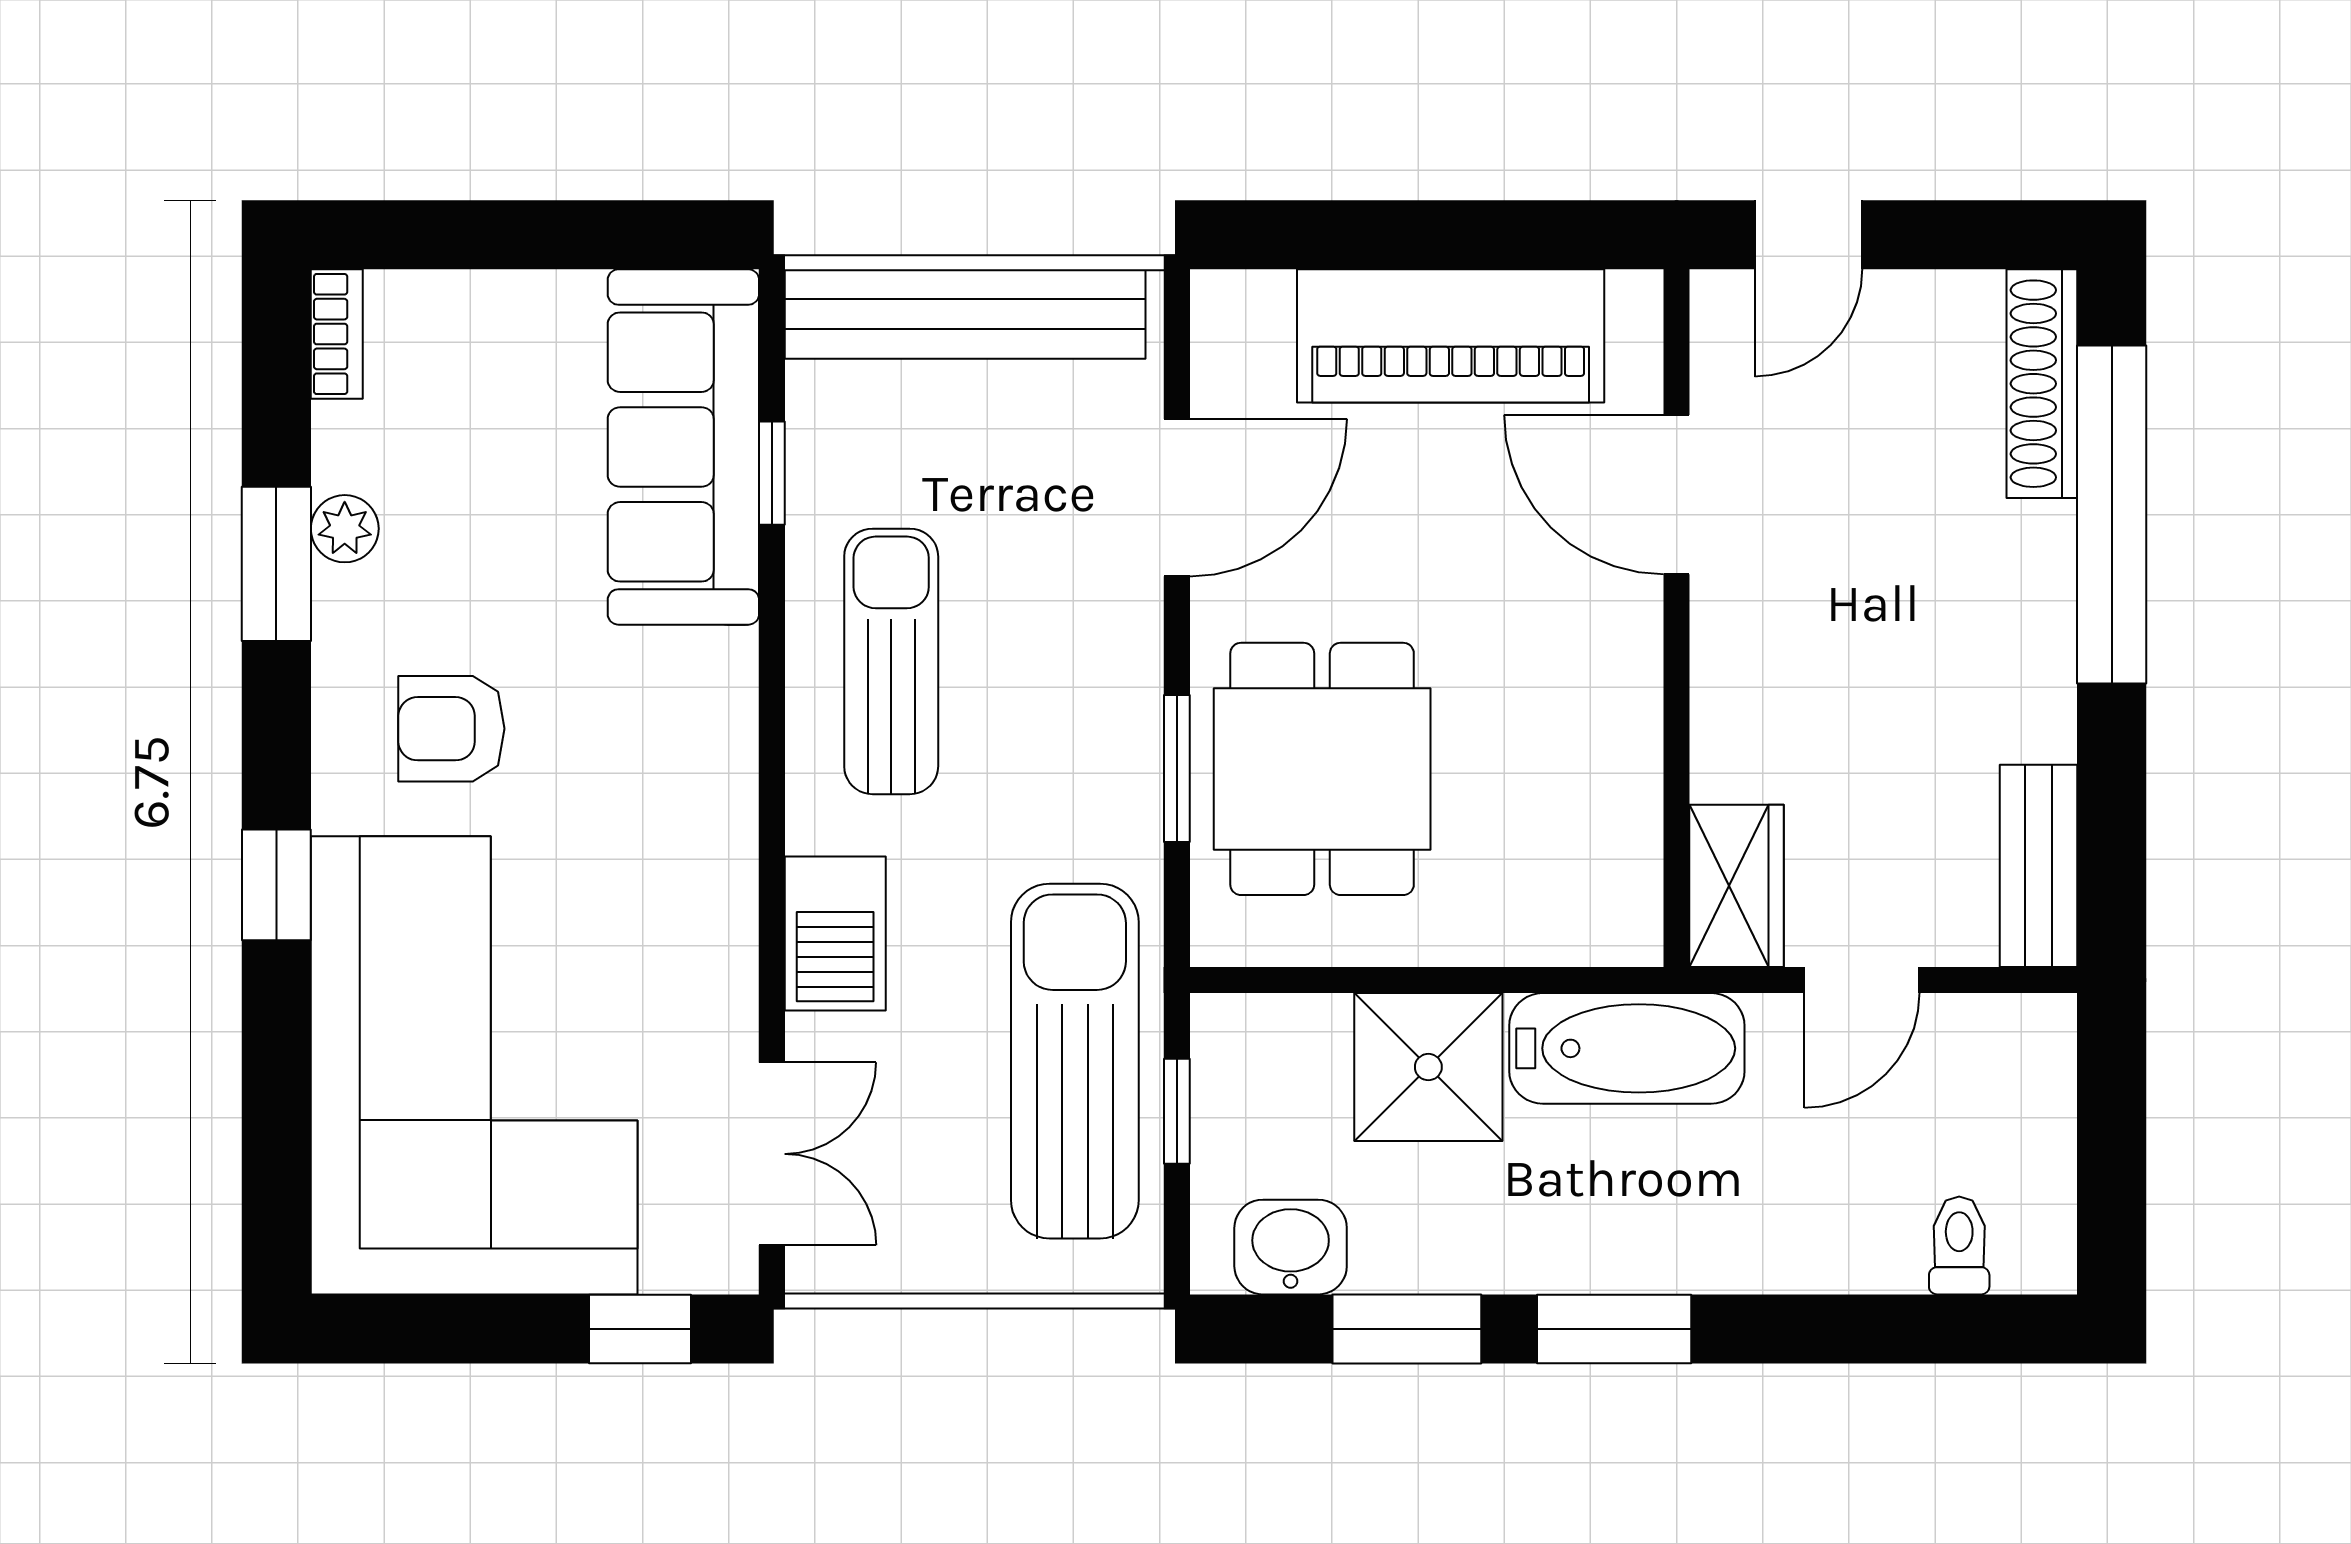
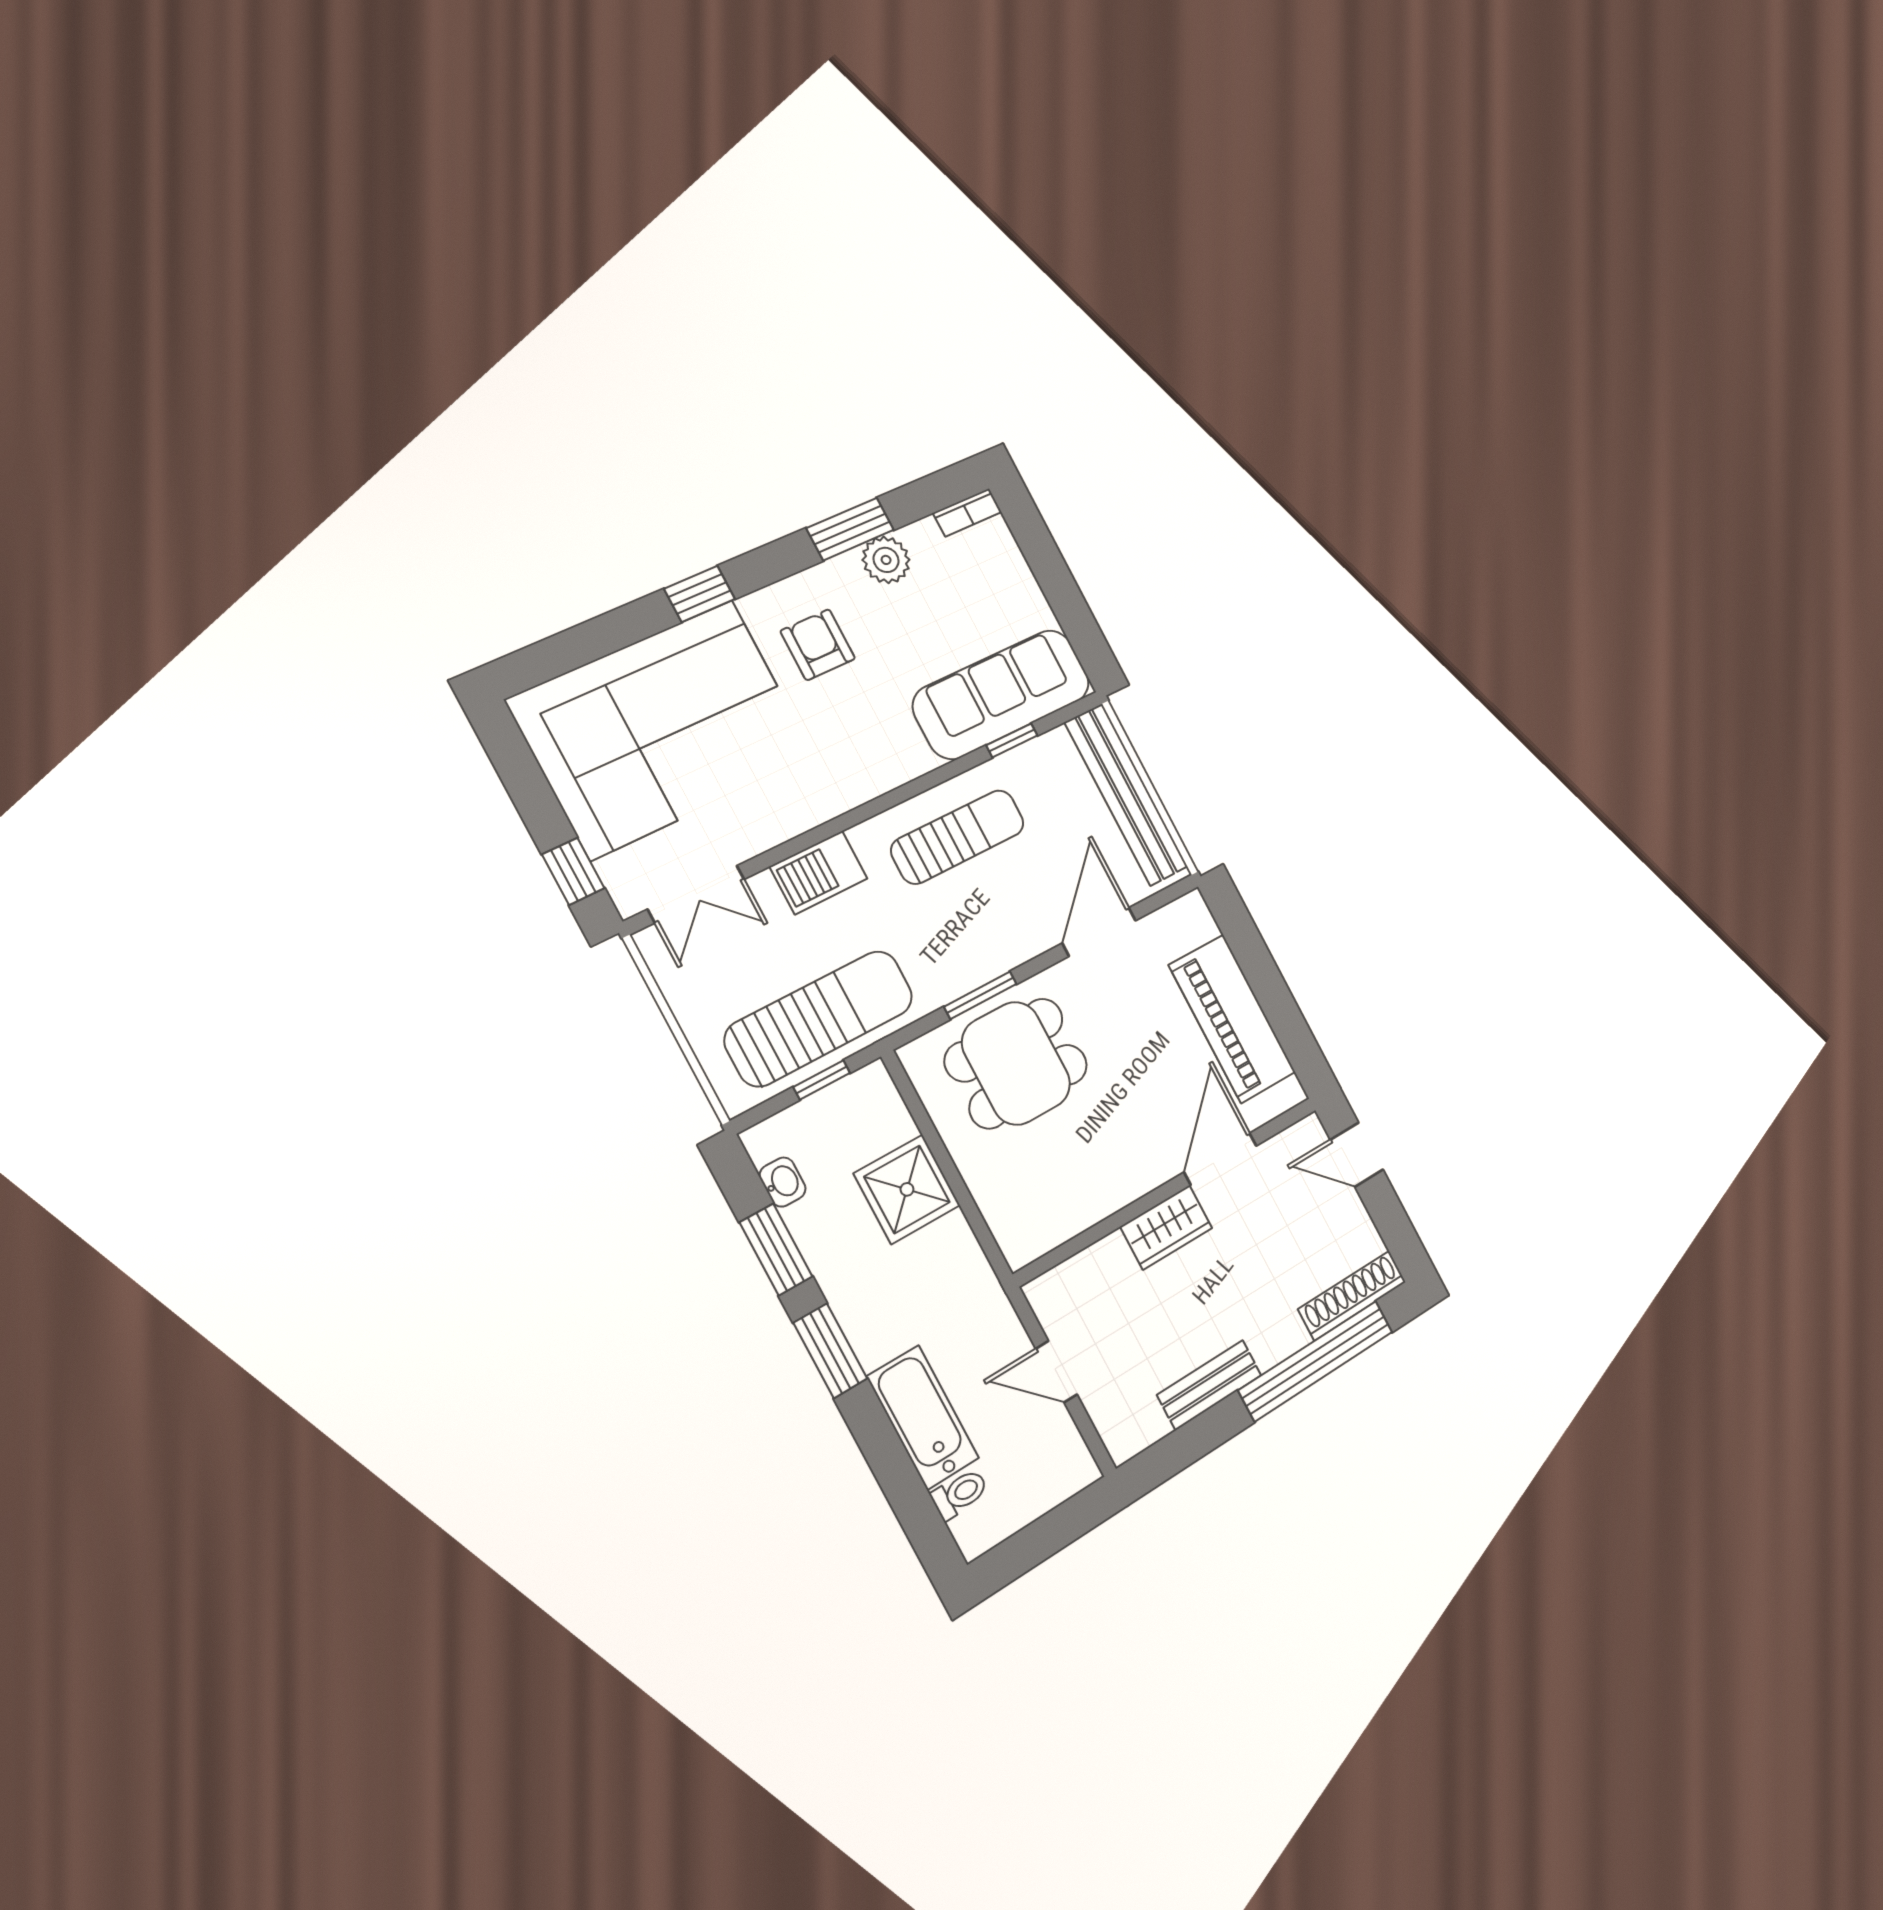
door: (1177, 498) -> (1099, 932), swing flipped
plant: (345, 529) -> (886, 560), width x1.38, depth x1.38
bench: (2039, 866) -> (1209, 1385), moved
wardrobe: (1737, 886) -> (1166, 1227), moved
bathtub: (1627, 1048) -> (923, 1417), moved, turned 180
washbasin: (1291, 1247) -> (783, 1182), width x0.72, depth x0.69

